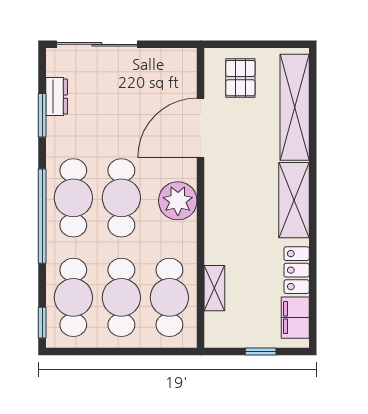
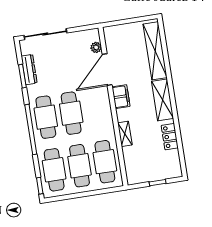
pallet: (240, 78) -> (124, 40), removed
dresser: (57, 97) -> (29, 69), width x1.44
plant: (178, 201) -> (96, 47), moved, width x0.53, depth x0.53
shelving: (214, 288) -> (125, 134), moved
filing cabinet: (295, 318) -> (121, 97), moved, turned 180

